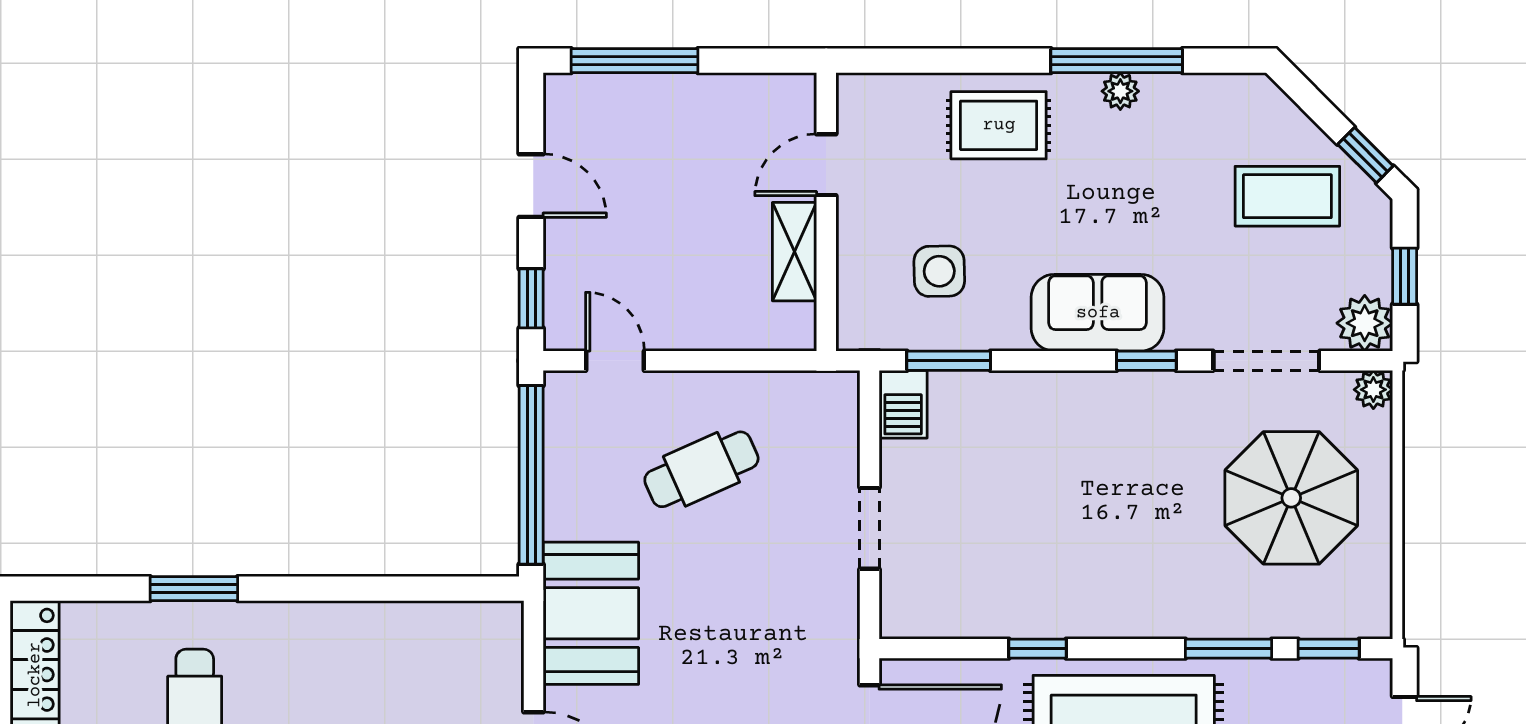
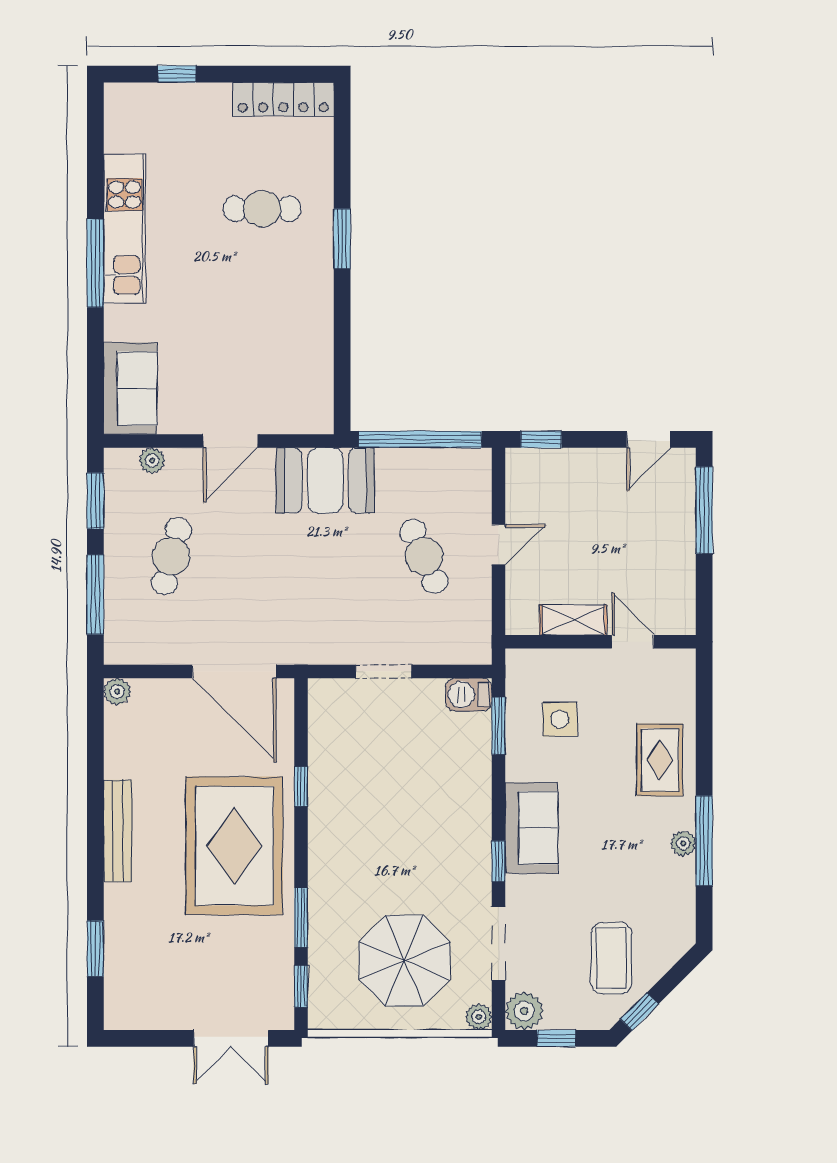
door: (531, 186) -> (648, 439), moved
door: (615, 361) -> (498, 545), moved
window: (194, 589) -> (342, 239), moved

